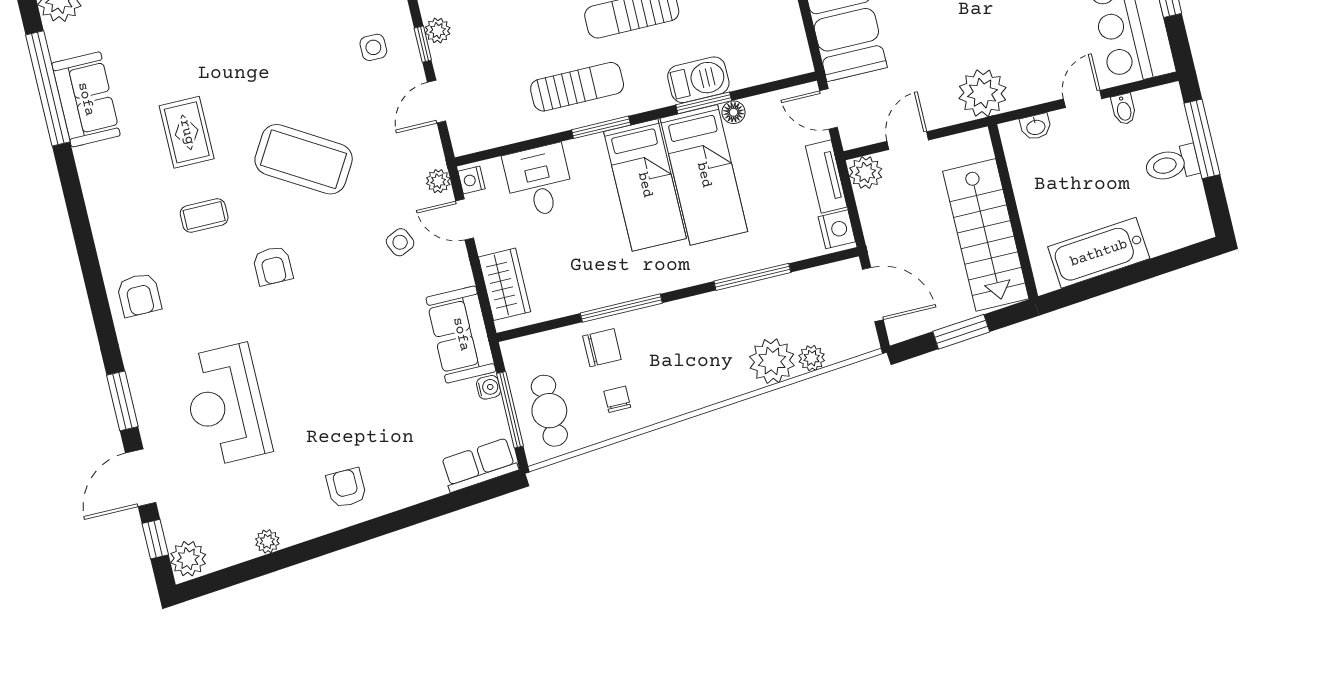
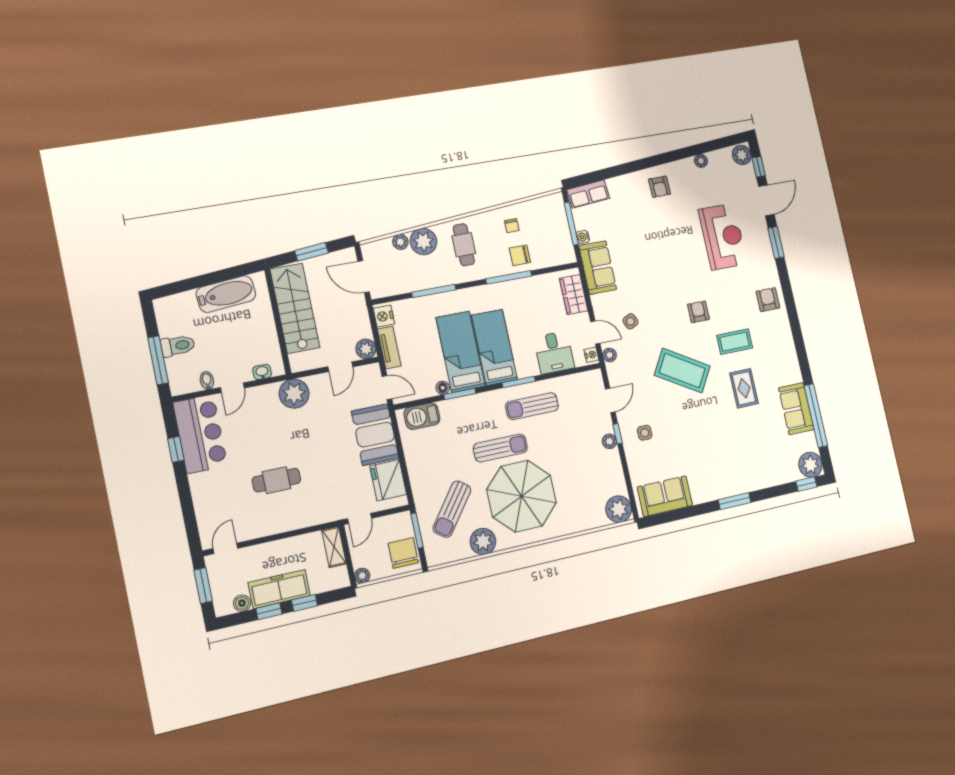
barbecue: (698, 80) -> (422, 416), moved
coffee table: (204, 216) -> (735, 342), width x1.36, depth x1.30
cafe table: (549, 411) -> (464, 245), moved

